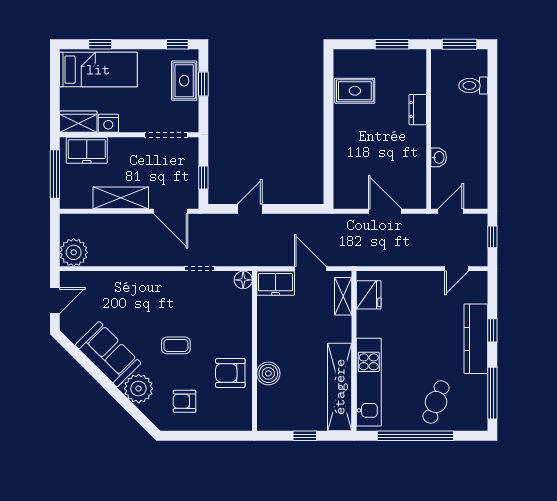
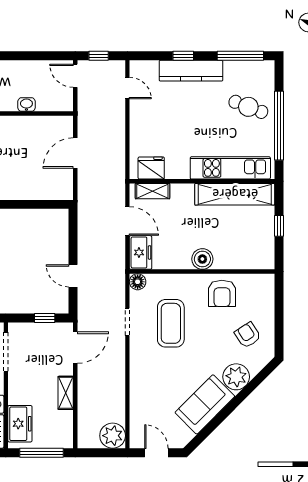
shelving: (121, 198) -> (66, 393), width x0.67, depth x0.75
door: (451, 211) -> (75, 76), moved
door: (310, 269) -> (127, 221), swing flipped
coffee table: (176, 345) -> (171, 323), moved, width x1.86, depth x1.72
boiler: (268, 373) -> (202, 259), moved
armchair: (185, 401) -> (248, 335), turned 147

